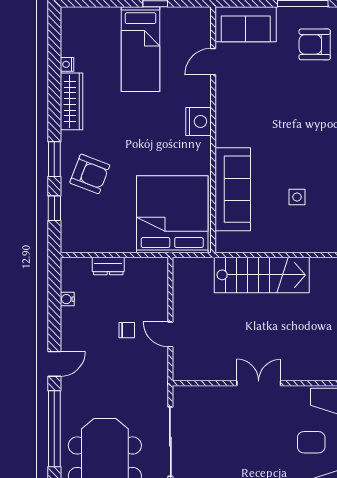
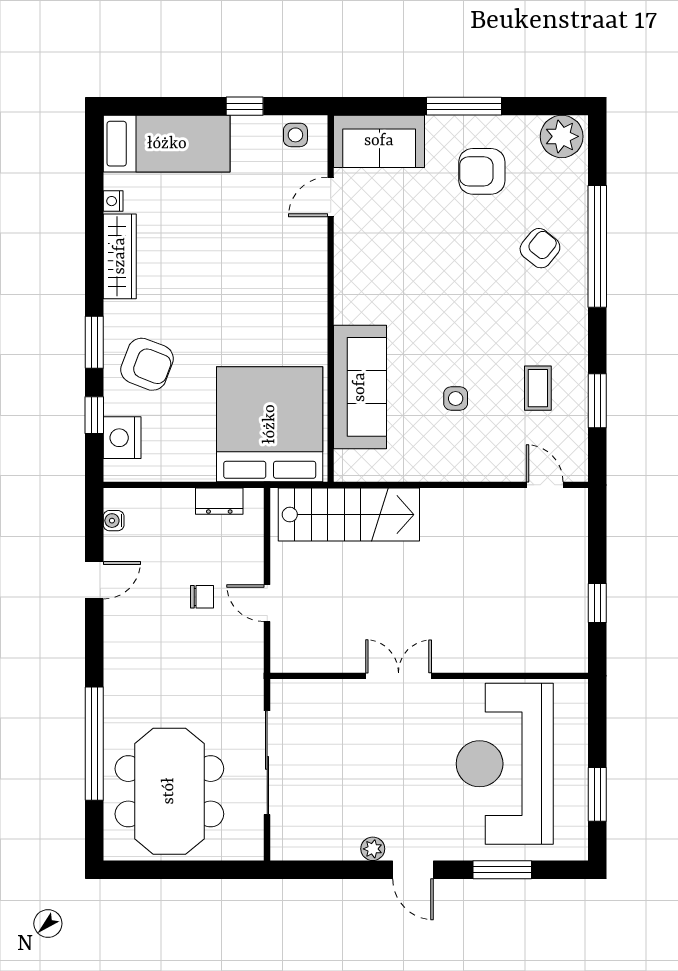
side table: (190, 20) -> (295, 135), added
bed: (141, 49) -> (167, 144), moved, turned -90
nightstand: (198, 121) -> (122, 438), moved, turned 180
dresser: (108, 266) -> (219, 501), moved
stairs: (262, 275) -> (349, 515), moved
water cooler: (67, 299) -> (114, 521), moved
door: (54, 364) -> (94, 580), moved

